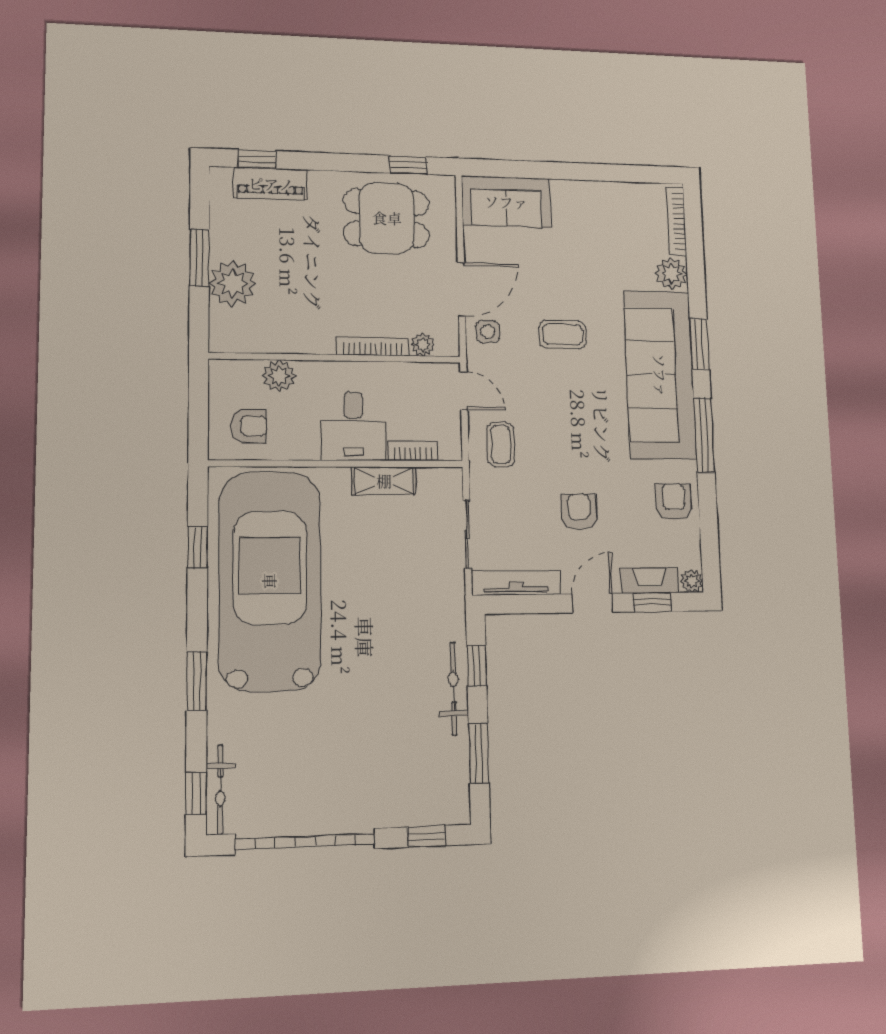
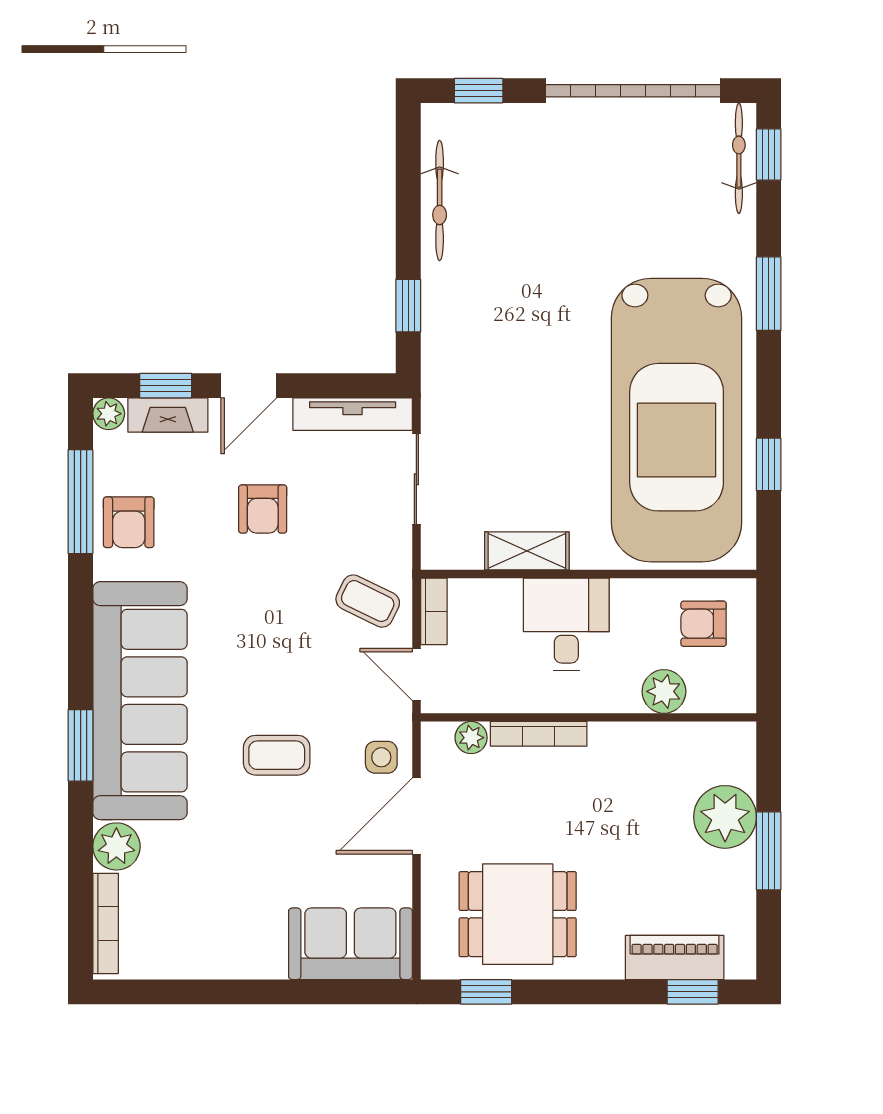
window: (704, 435) -> (81, 502), moved
coffee table: (501, 444) -> (368, 601), turned -64
bookcase: (413, 451) -> (434, 611), moved, turned -90
bicycle: (453, 689) -> (440, 200), moved
window: (479, 753) -> (408, 193), removed

